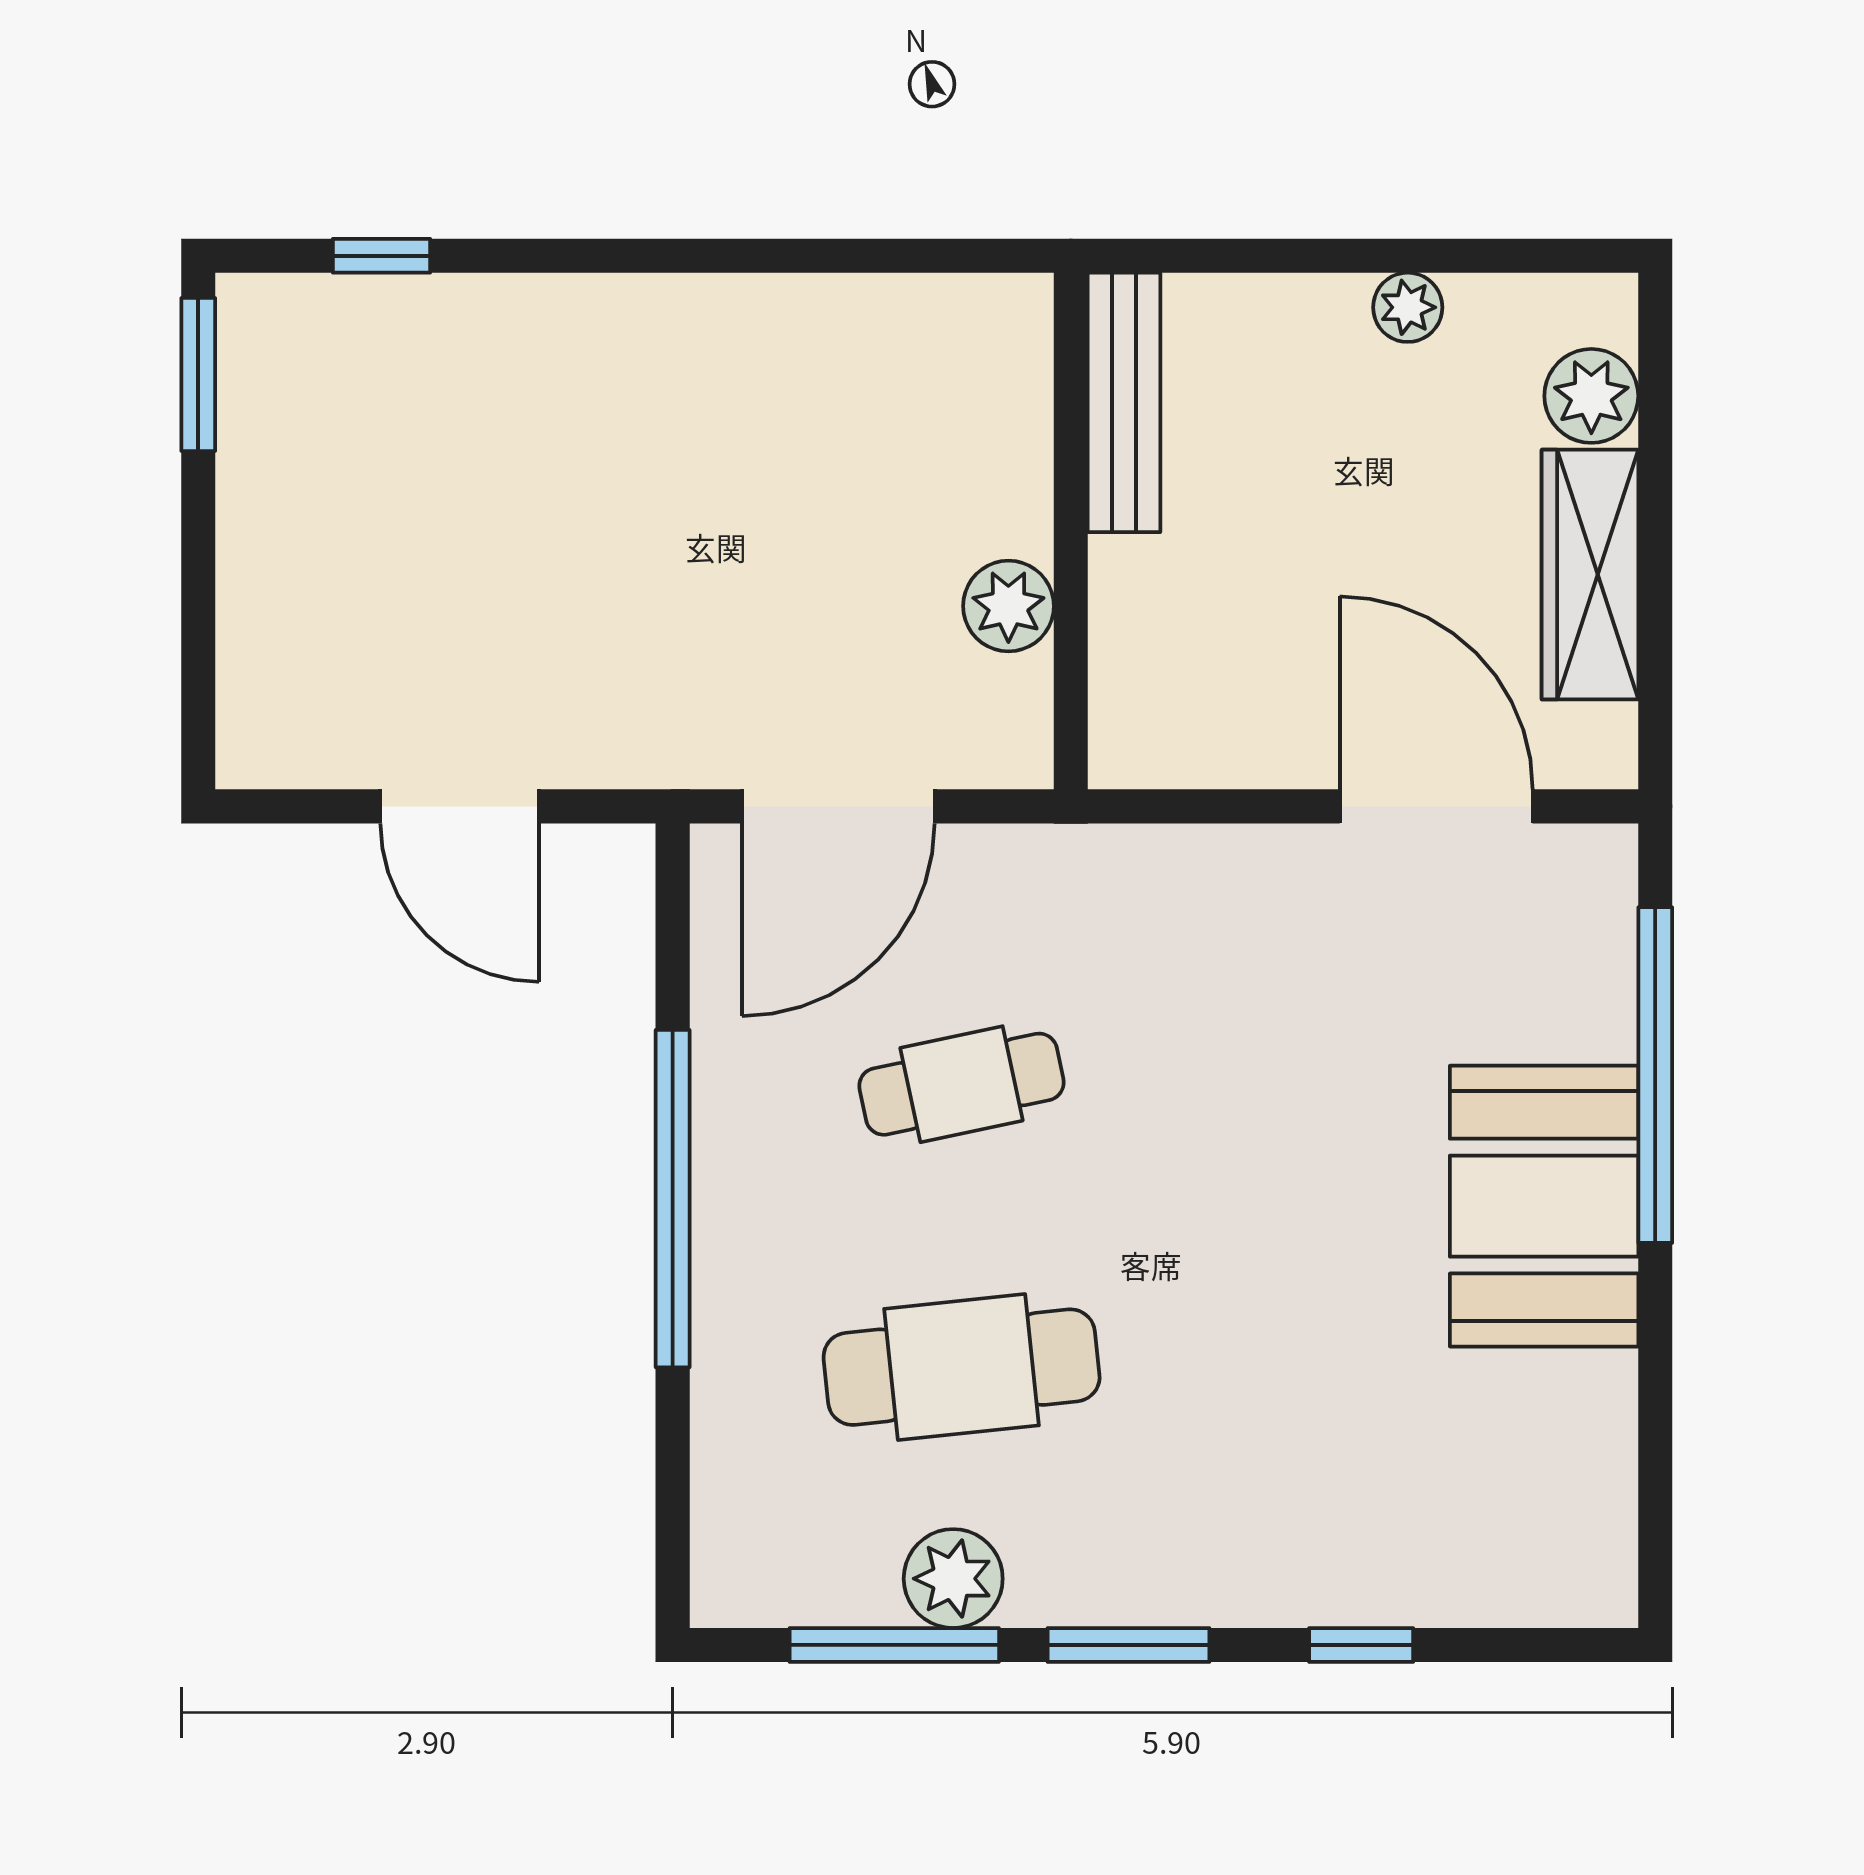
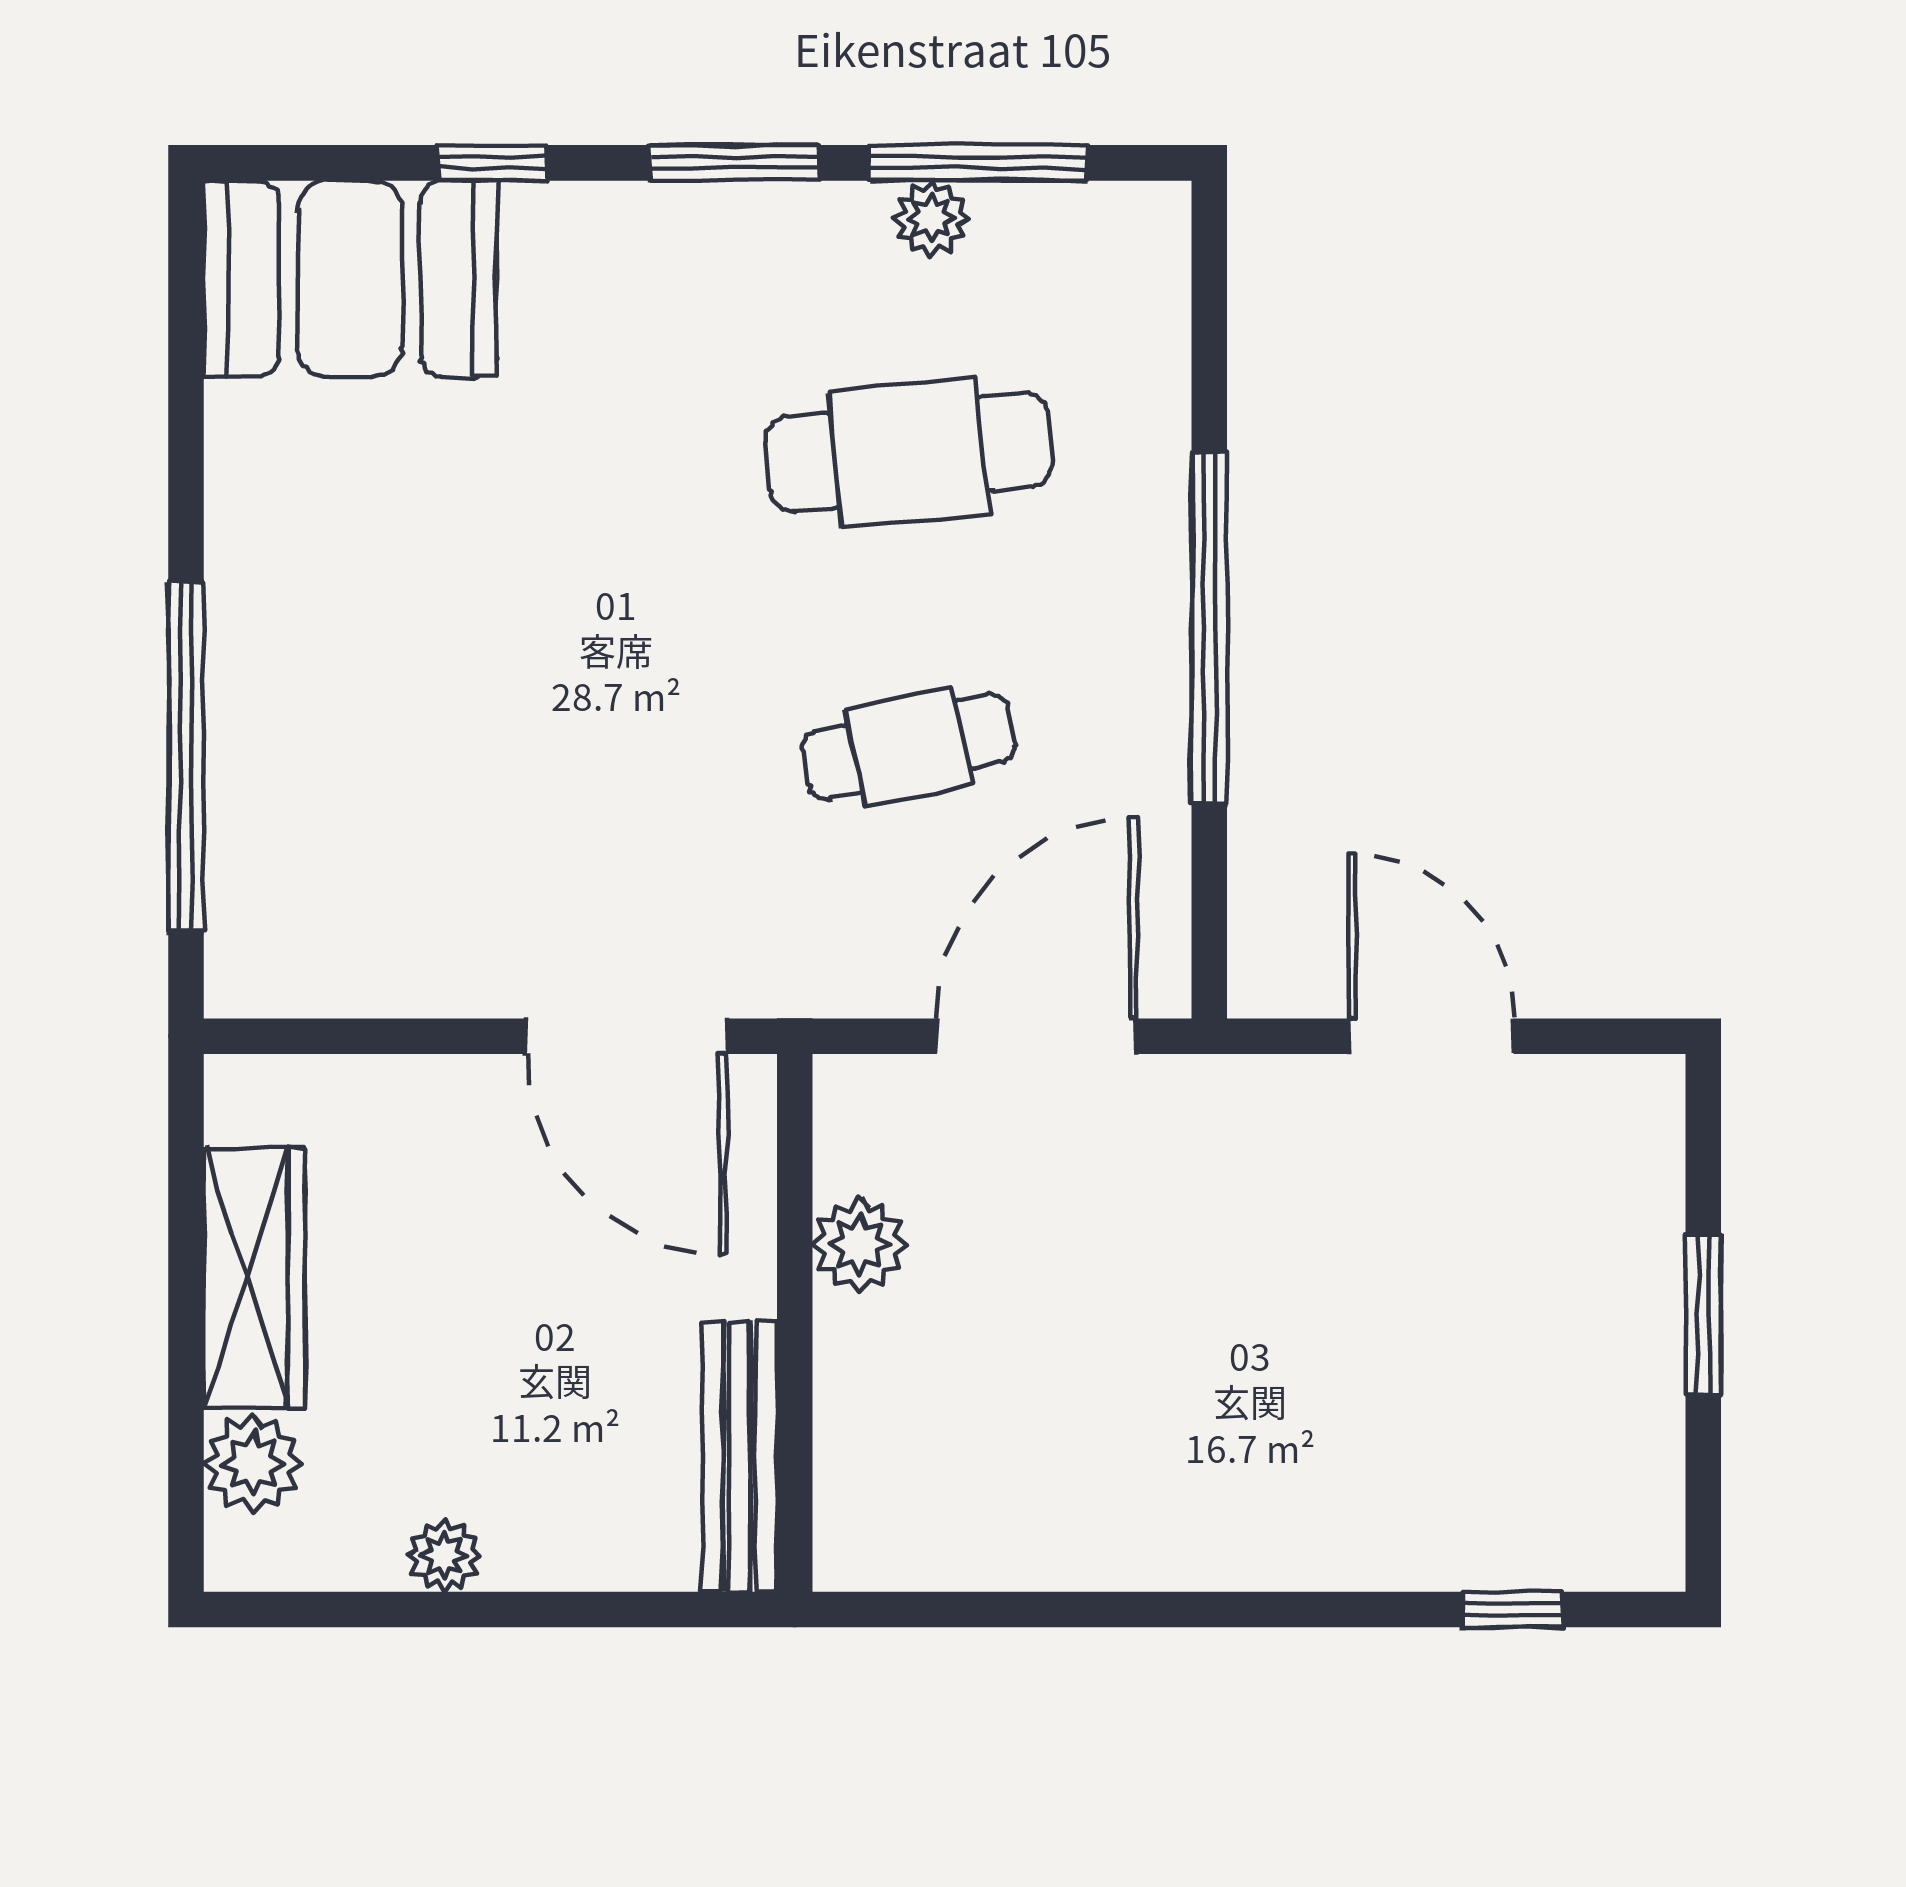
window: (198, 375) -> (1703, 1314), moved
door: (1436, 806) -> (627, 1036), moved
booth: (1544, 1206) -> (350, 279), moved, turned 90
plant: (953, 1579) -> (931, 218), width x0.73, depth x0.73

